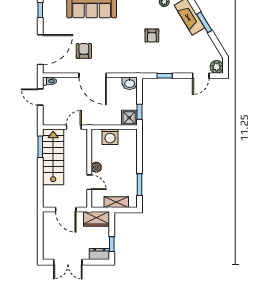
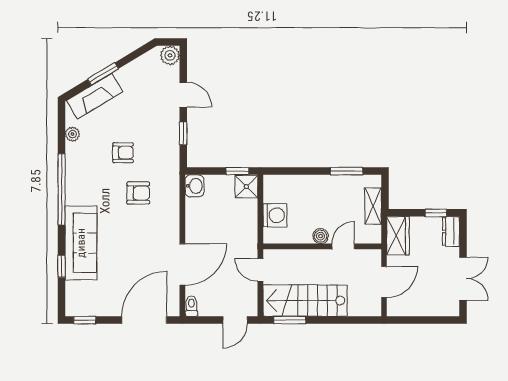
door: (40, 50) -> (144, 320), hinge flipped
armchair: (84, 51) -> (138, 193), moved, turned 180
door: (93, 75) -> (182, 264), moved
door: (201, 76) -> (183, 95), moved
door: (40, 97) -> (235, 320), moved

